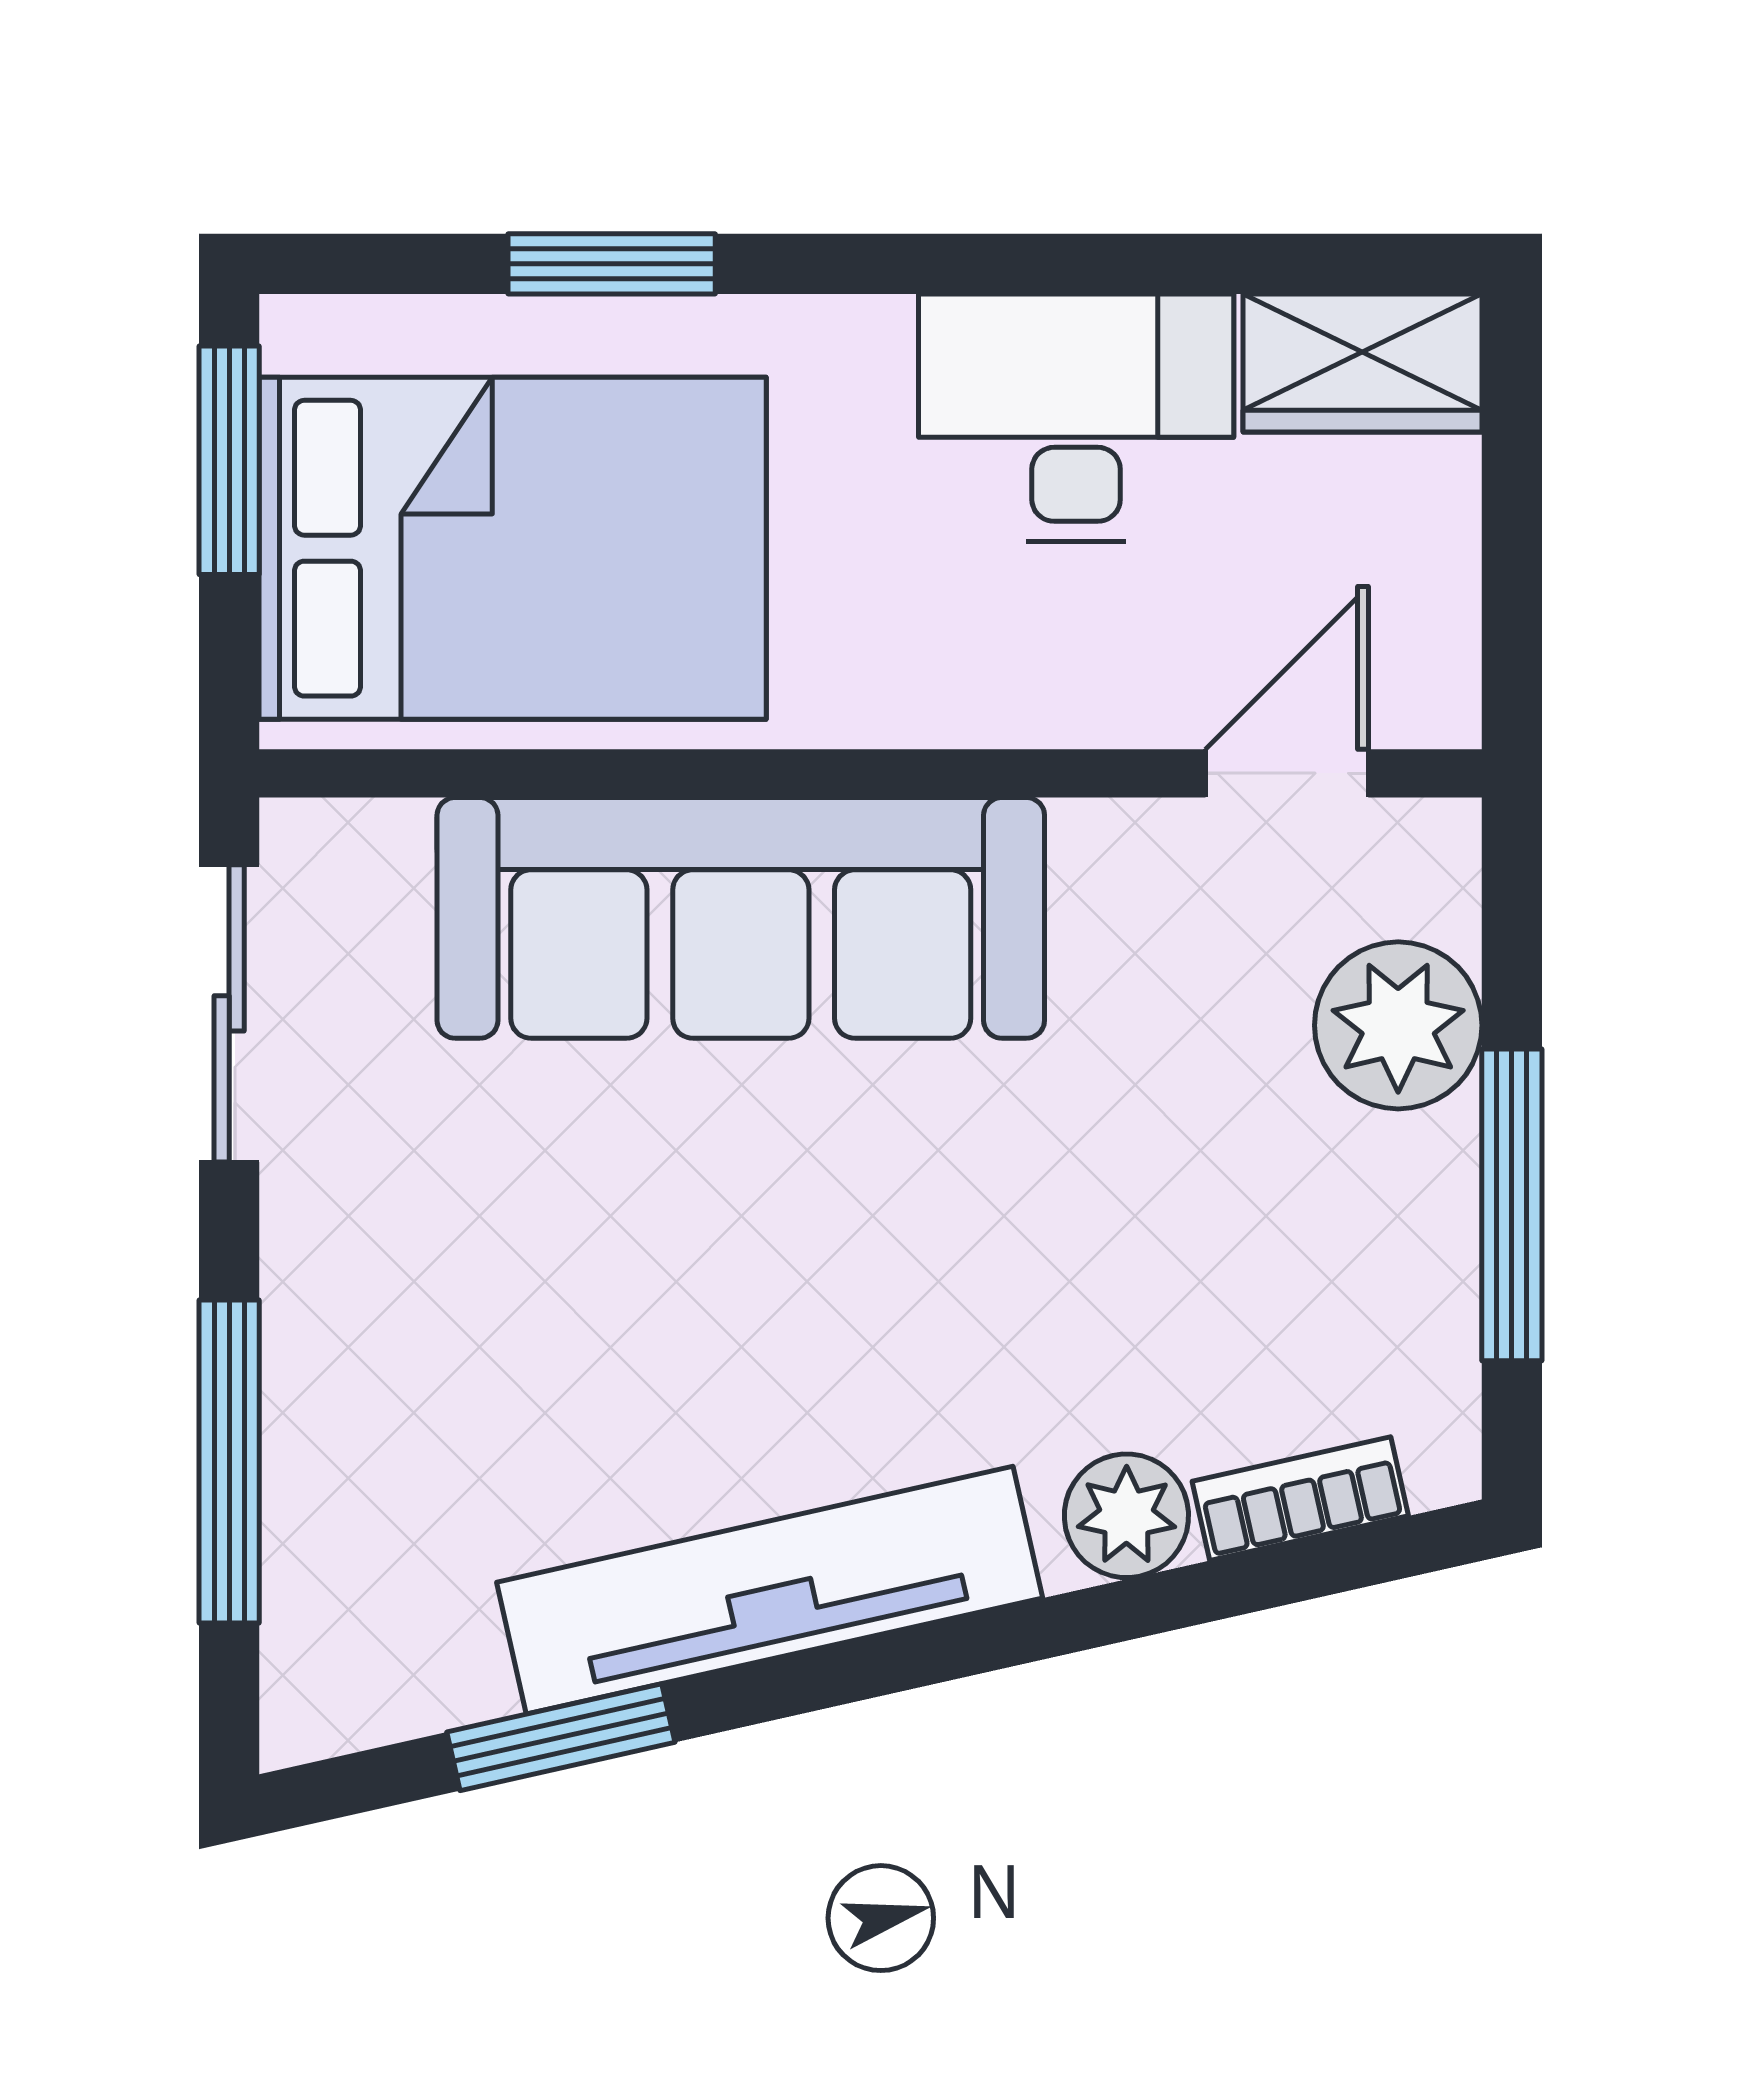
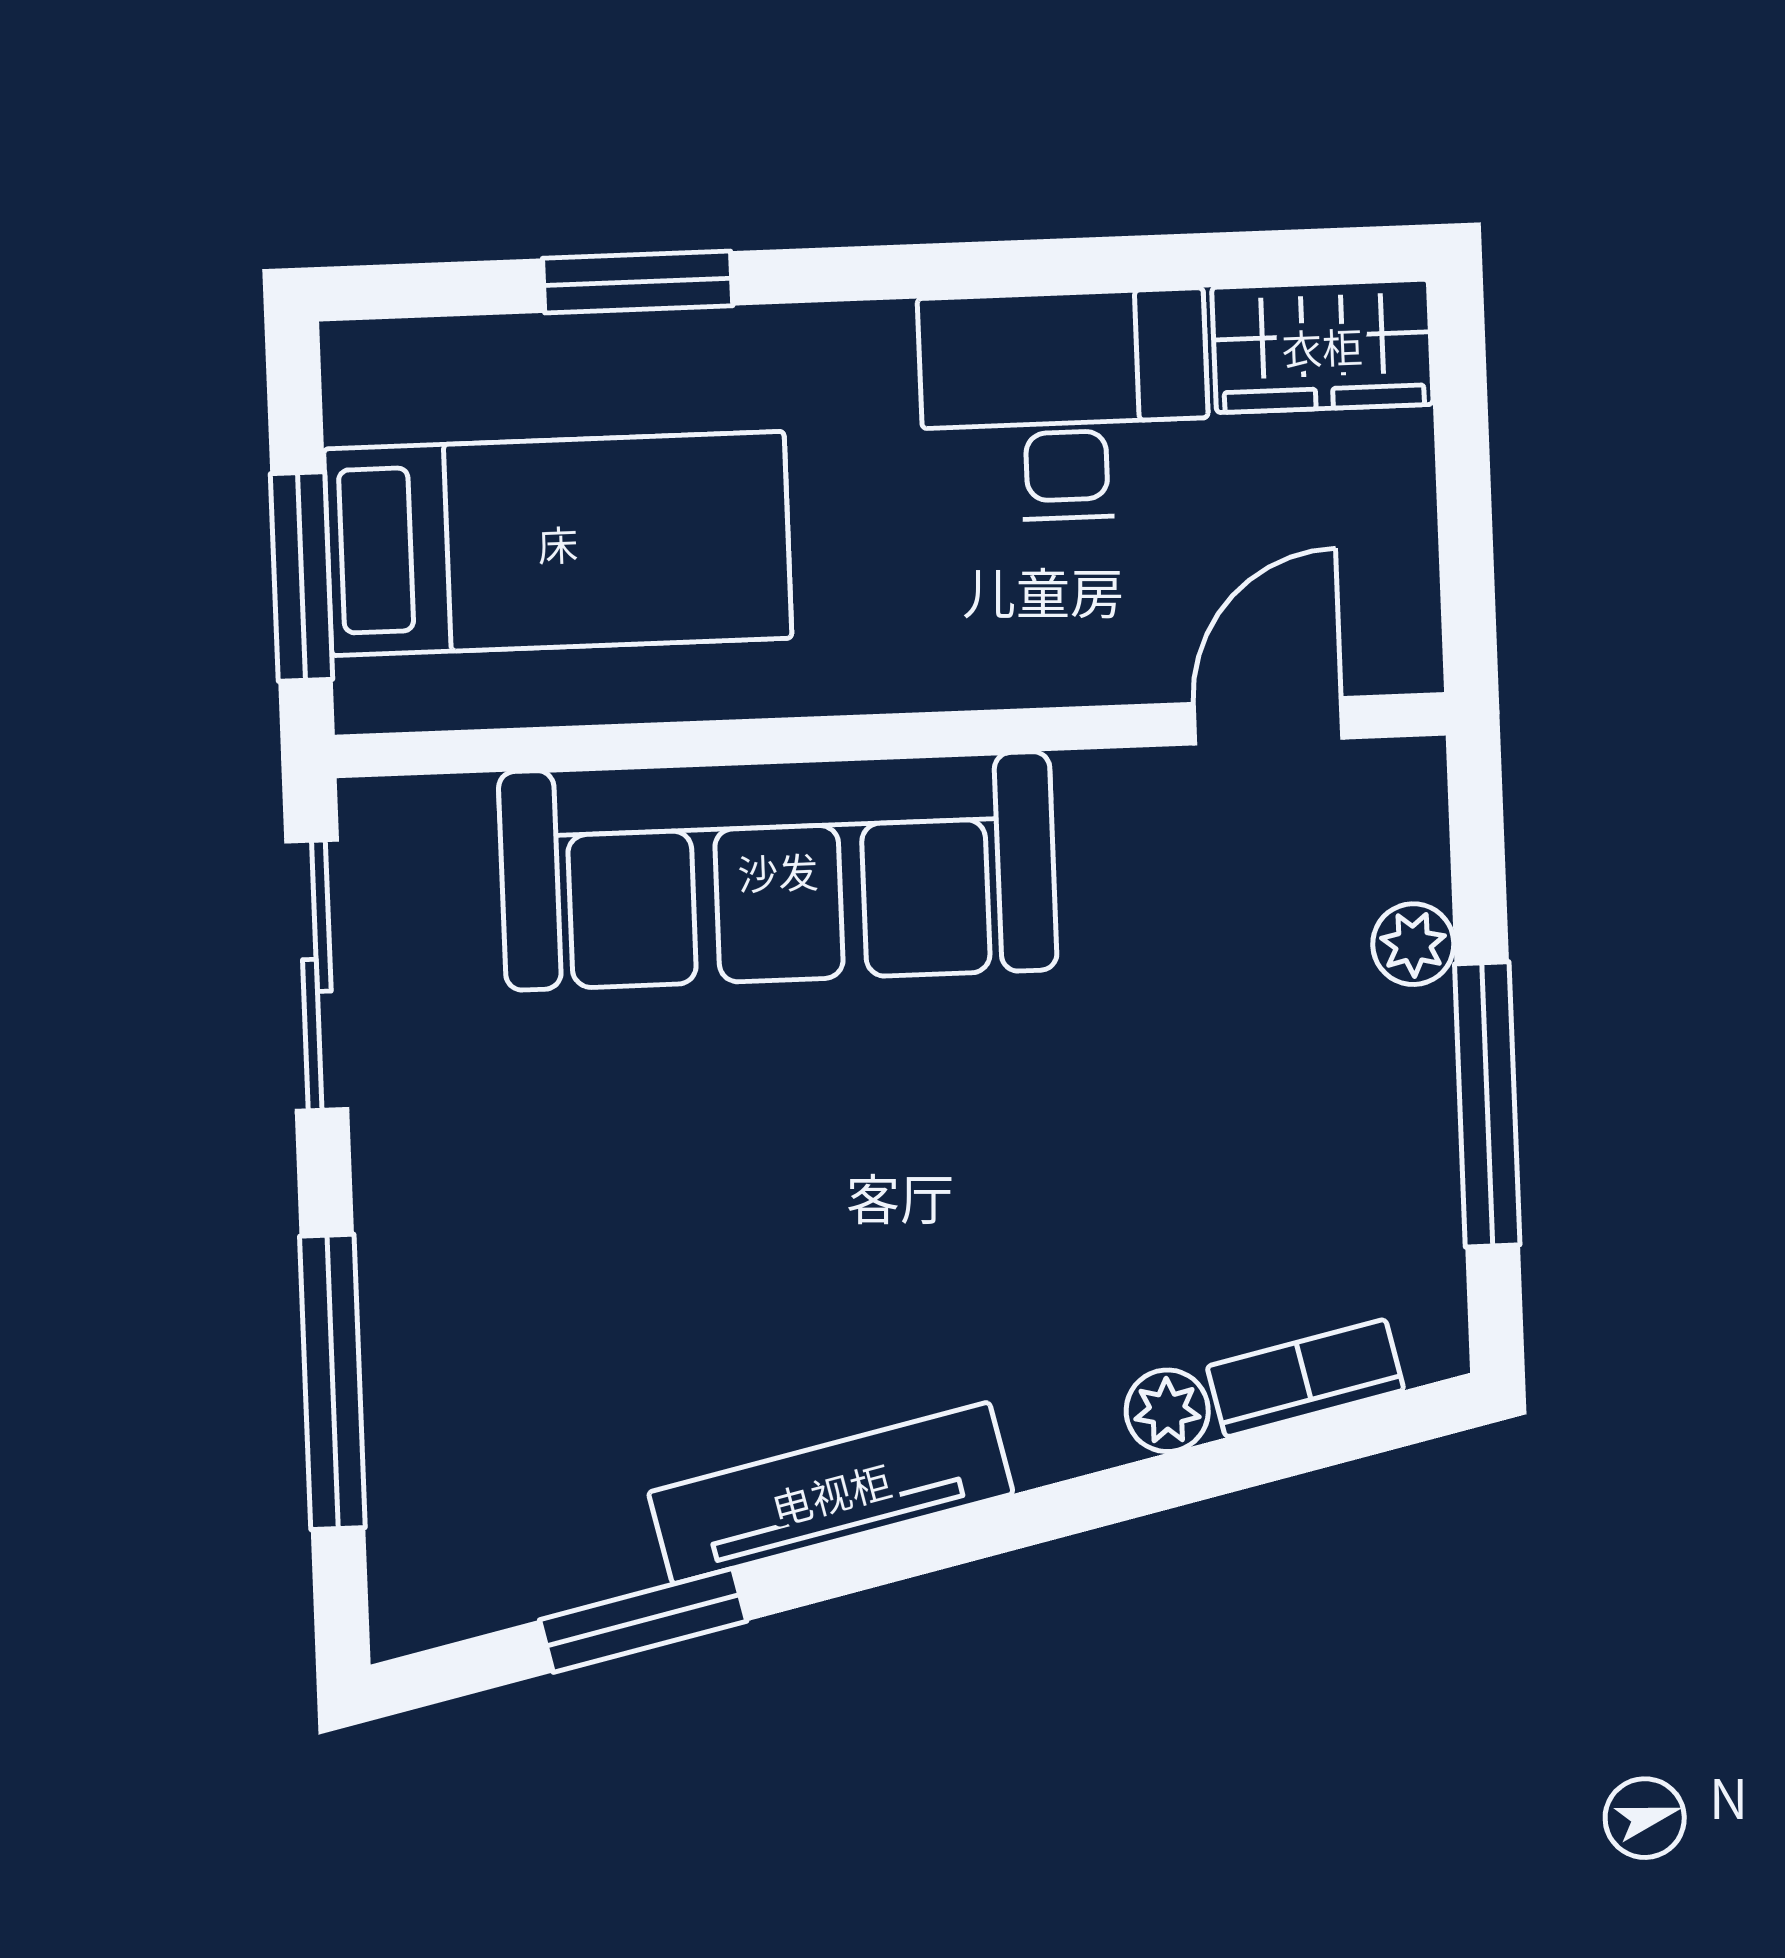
window: (229, 460) -> (301, 576), moved
bed: (513, 548) -> (558, 543), width x0.67
plant: (1398, 1025) -> (1413, 944), width x0.53, depth x0.53
plant: (1126, 1516) -> (1167, 1411), width x0.73, depth x0.73
tv unit: (770, 1590) -> (831, 1493), width x0.73, depth x0.78

